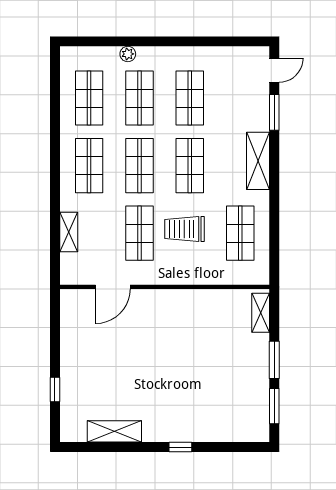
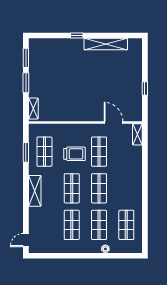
window: (274, 112) -> (26, 152), moved
shop shelf: (89, 166) -> (126, 188), removed
shelving: (69, 232) -> (137, 134), moved
door: (113, 287) -> (114, 122), hinge flipped
window: (55, 389) -> (145, 89), moved
shelving: (114, 431) -> (106, 44), width x1.47

